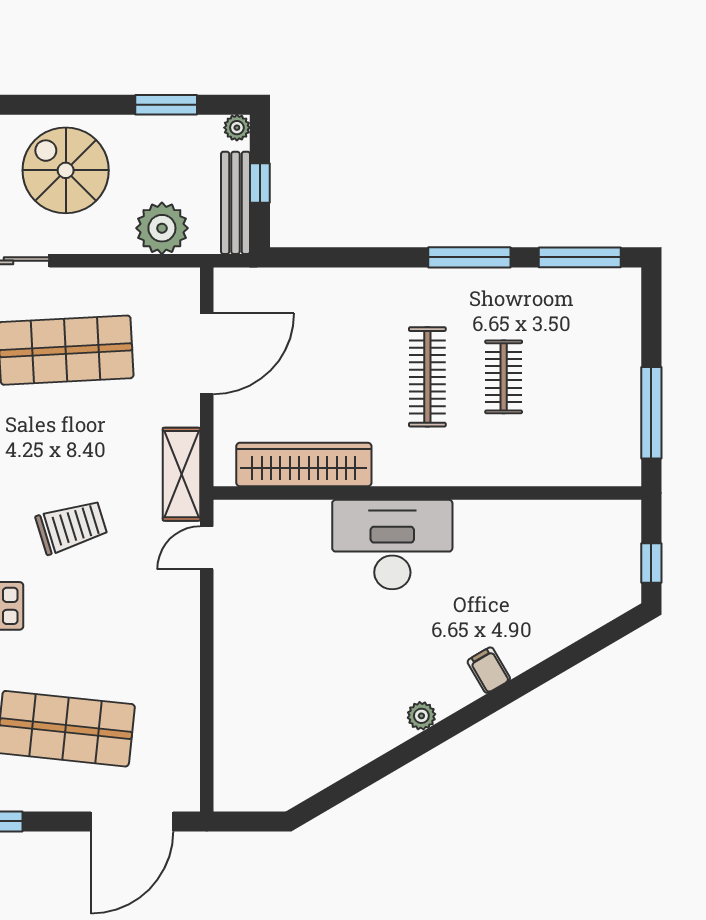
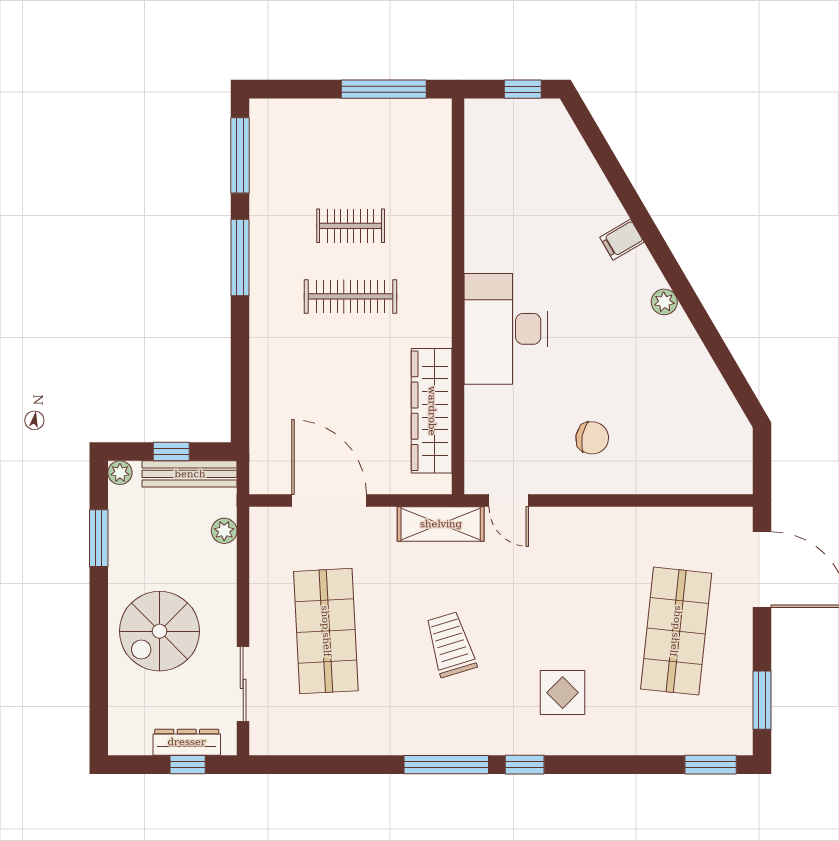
plant: (162, 228) -> (224, 531), width x0.53, depth x0.53
trolley: (71, 527) -> (451, 644), moved
chair: (274, 638) -> (592, 438), added

